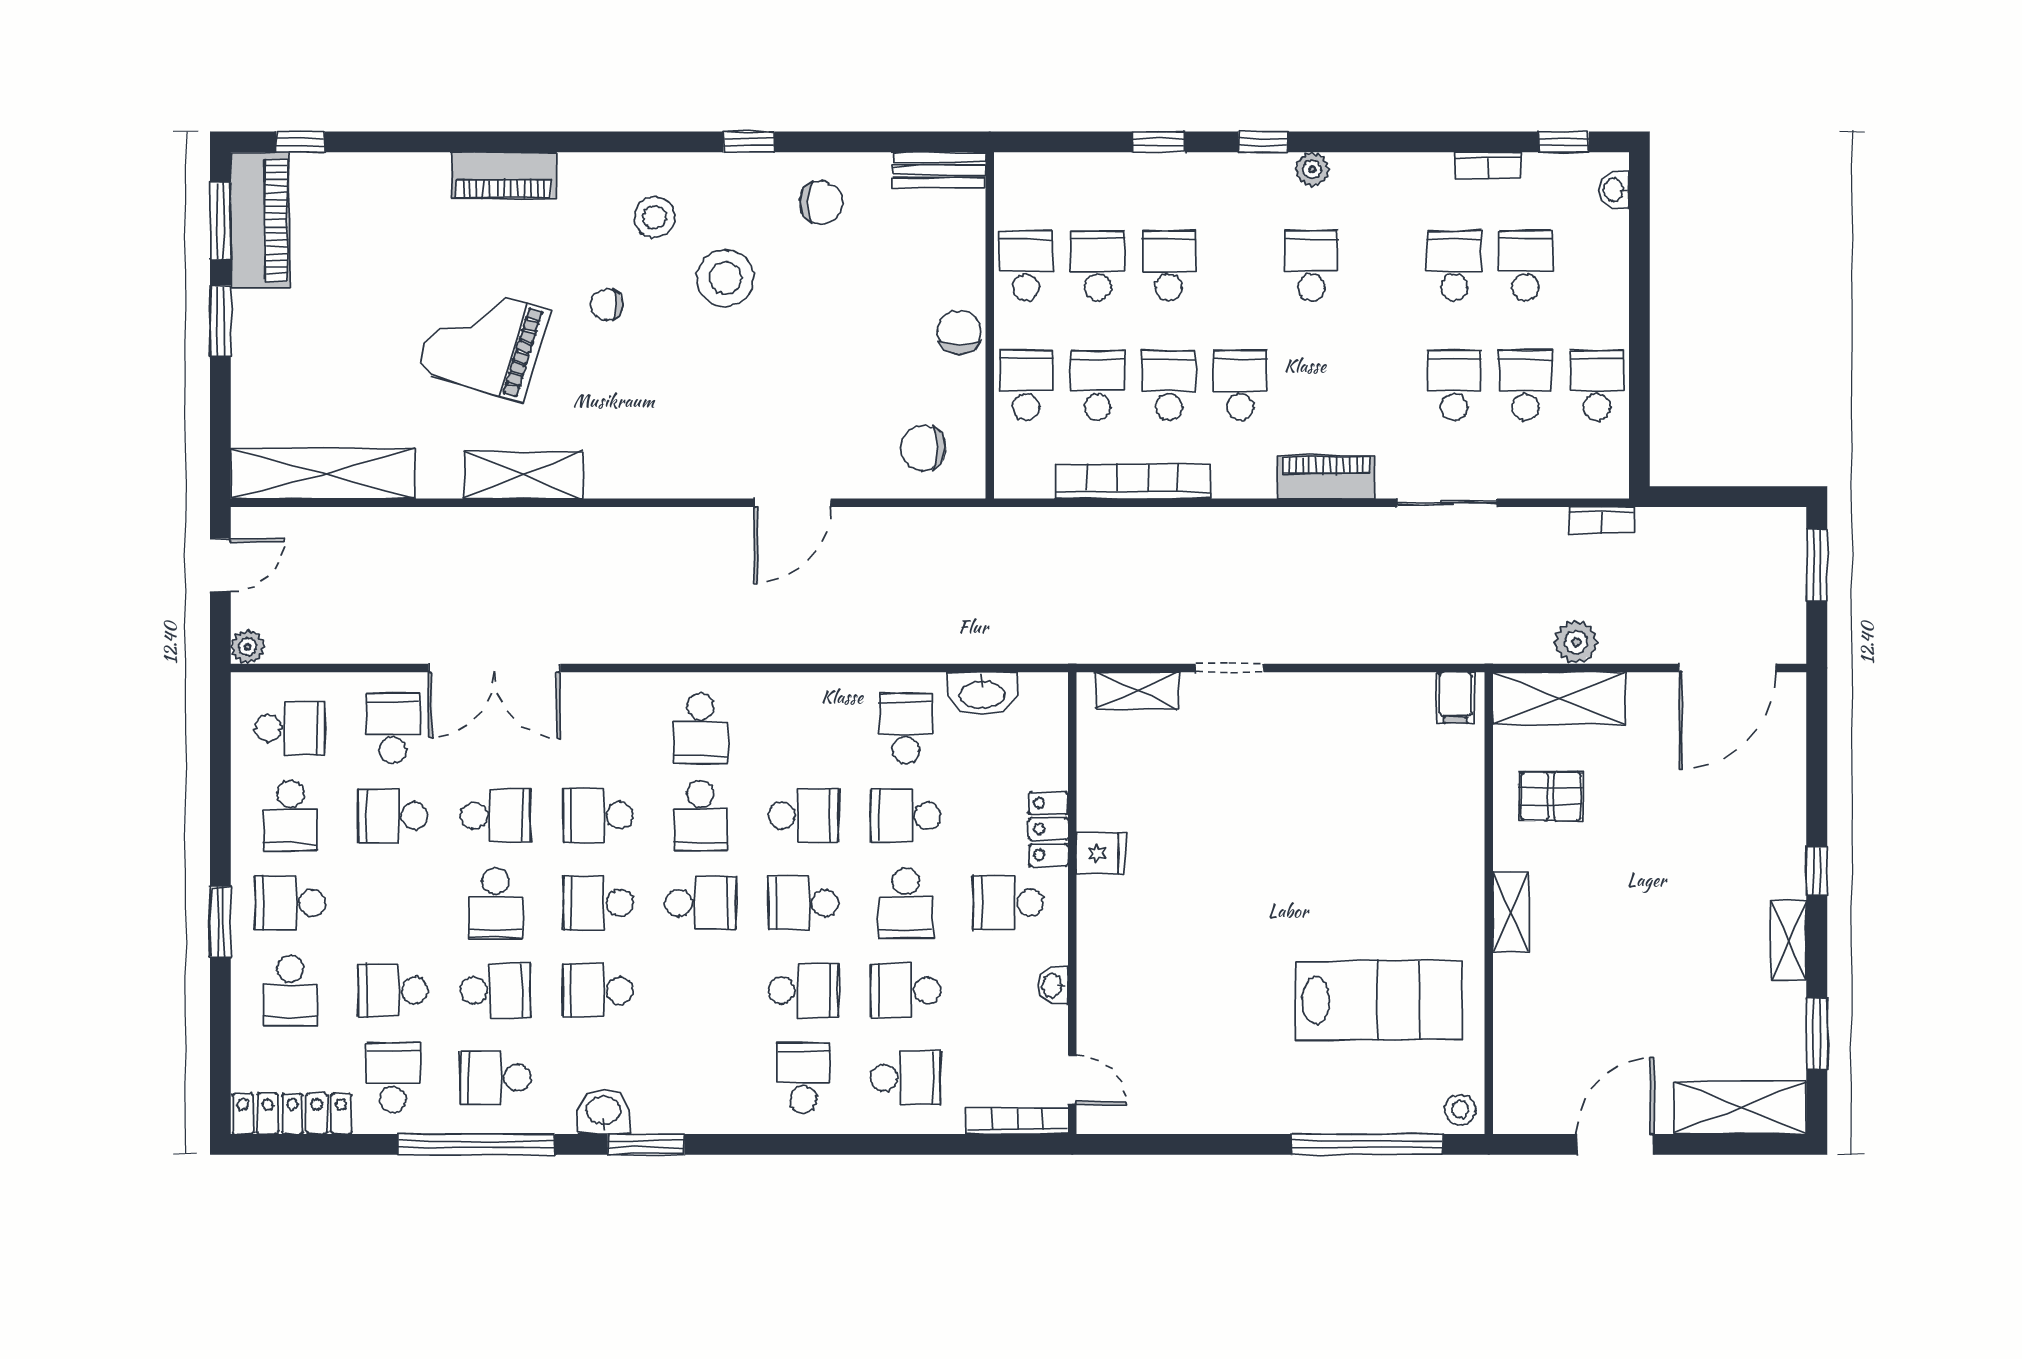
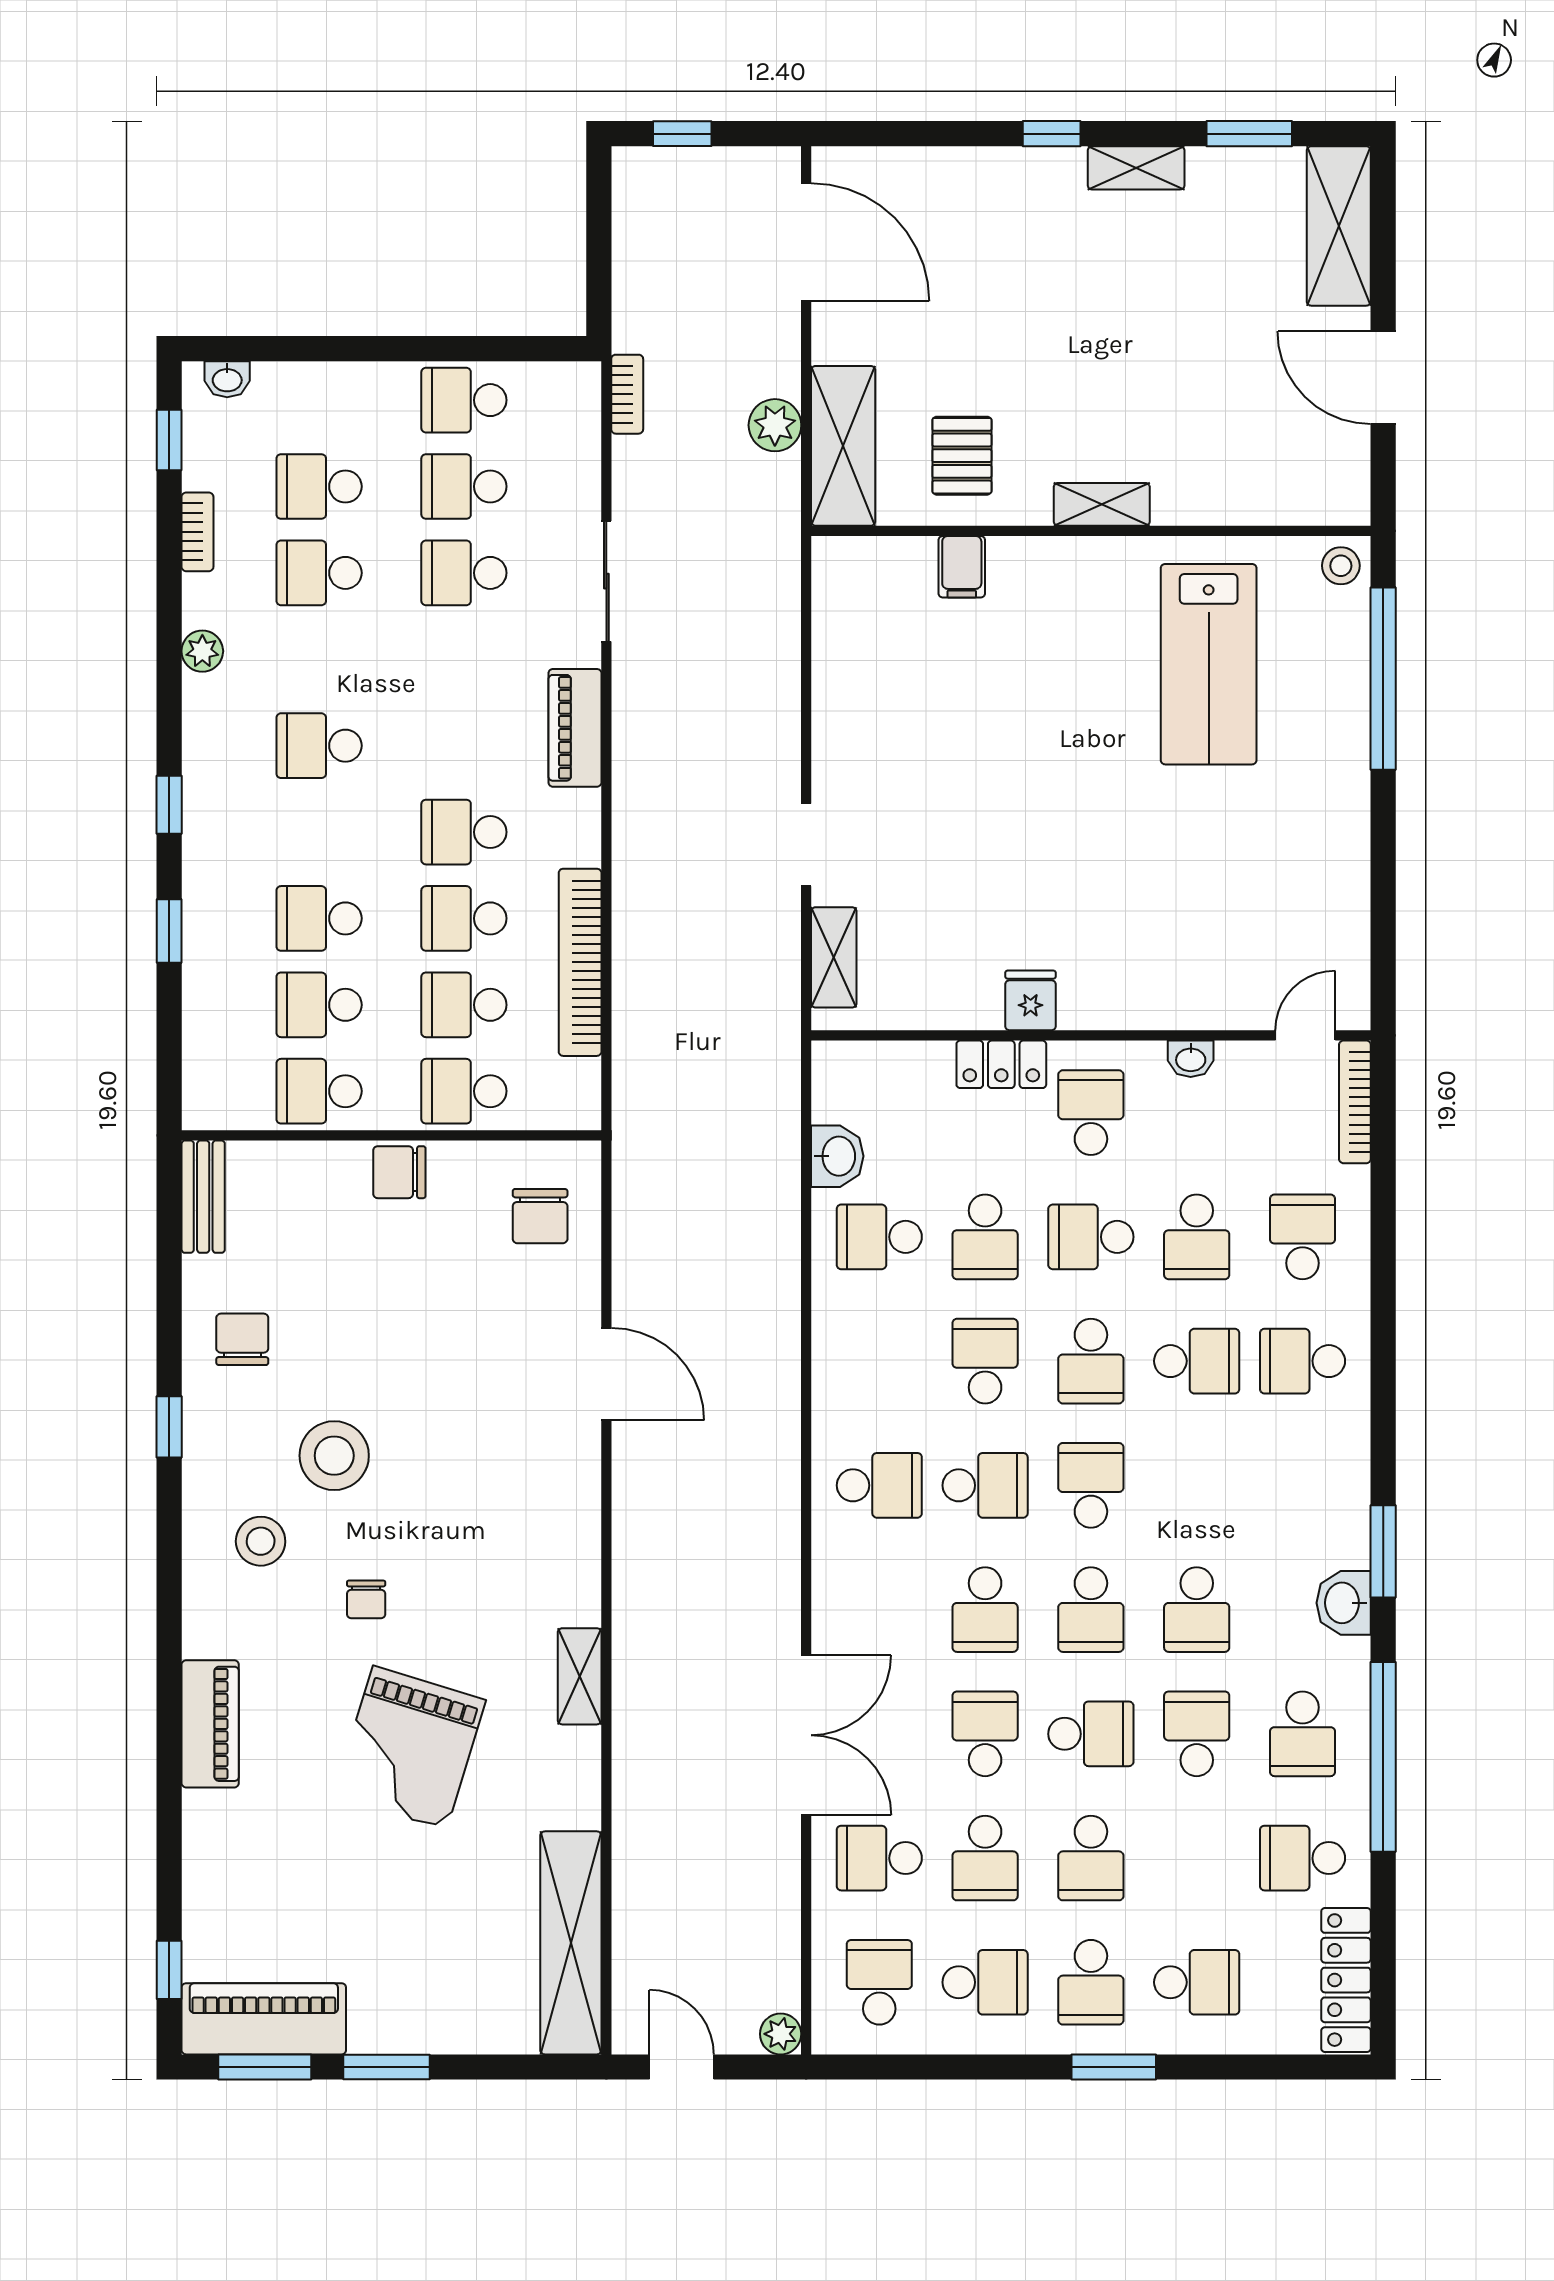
plant: (1312, 169) -> (202, 651), moved
shelving: (523, 475) -> (580, 1676), width x0.67, depth x0.75
window: (1817, 566) -> (682, 134), width x0.67
washbasin: (982, 694) -> (837, 1156), width x0.72
filing cabinet: (1456, 698) -> (962, 567), moved, turned 90
school desk: (906, 903) -> (1091, 1237), turned 180
school desk: (1008, 903) -> (1091, 1113), turned 180
school desk: (393, 990) -> (1091, 1858), moved
school desk: (803, 990) -> (1197, 1361), turned 90
lab bench: (1379, 1000) -> (1209, 664), turned 180

